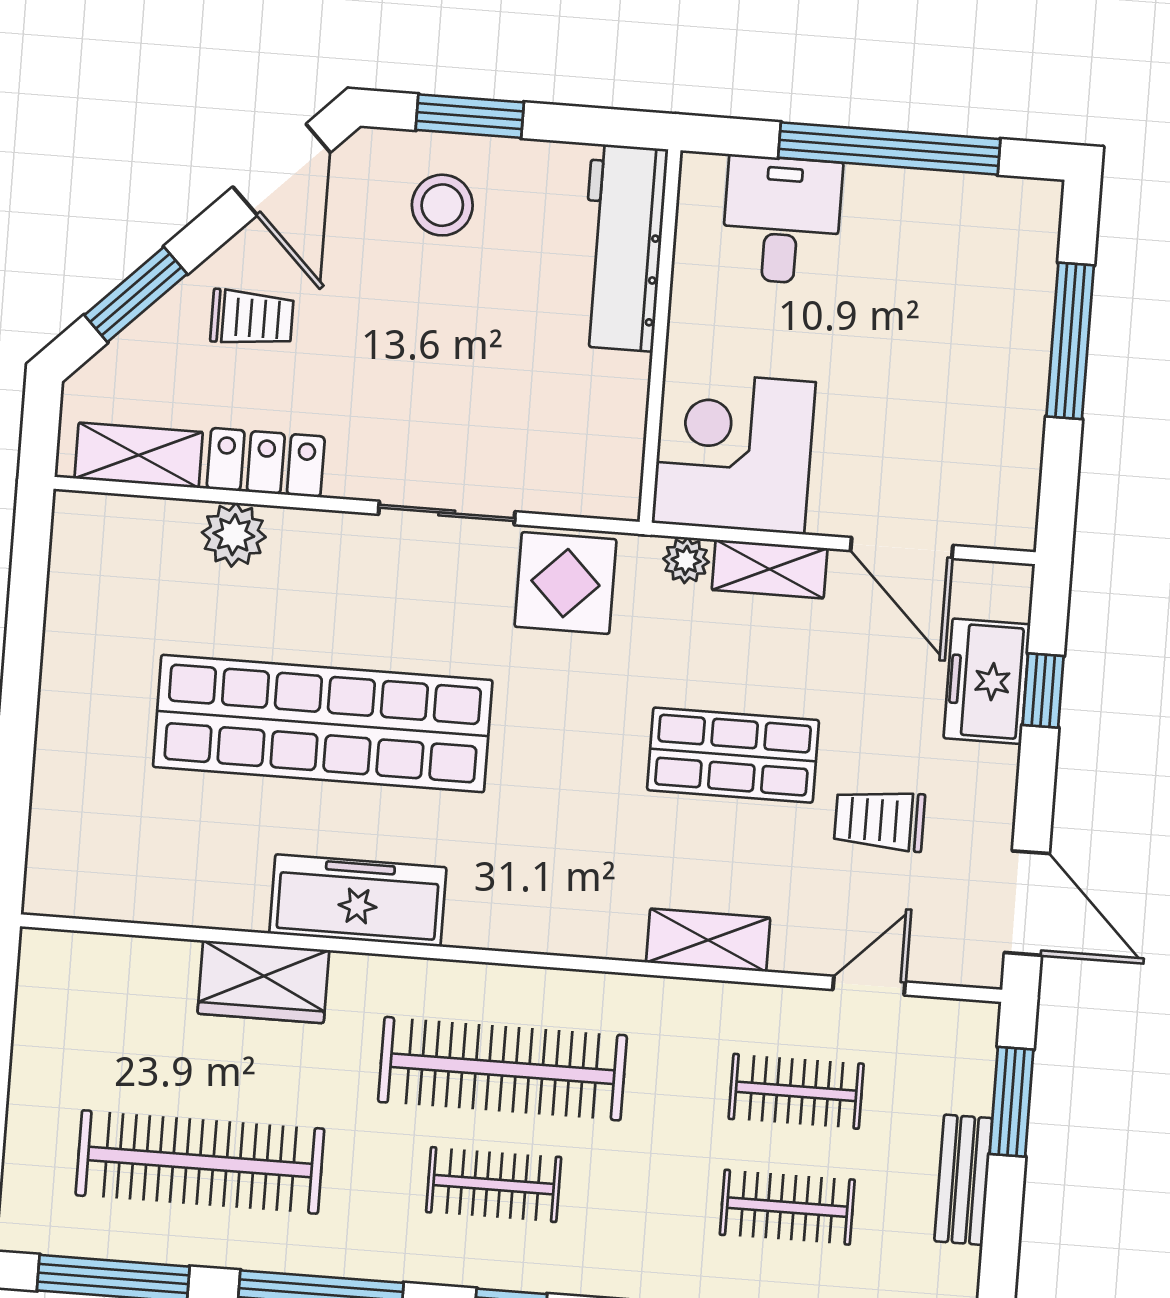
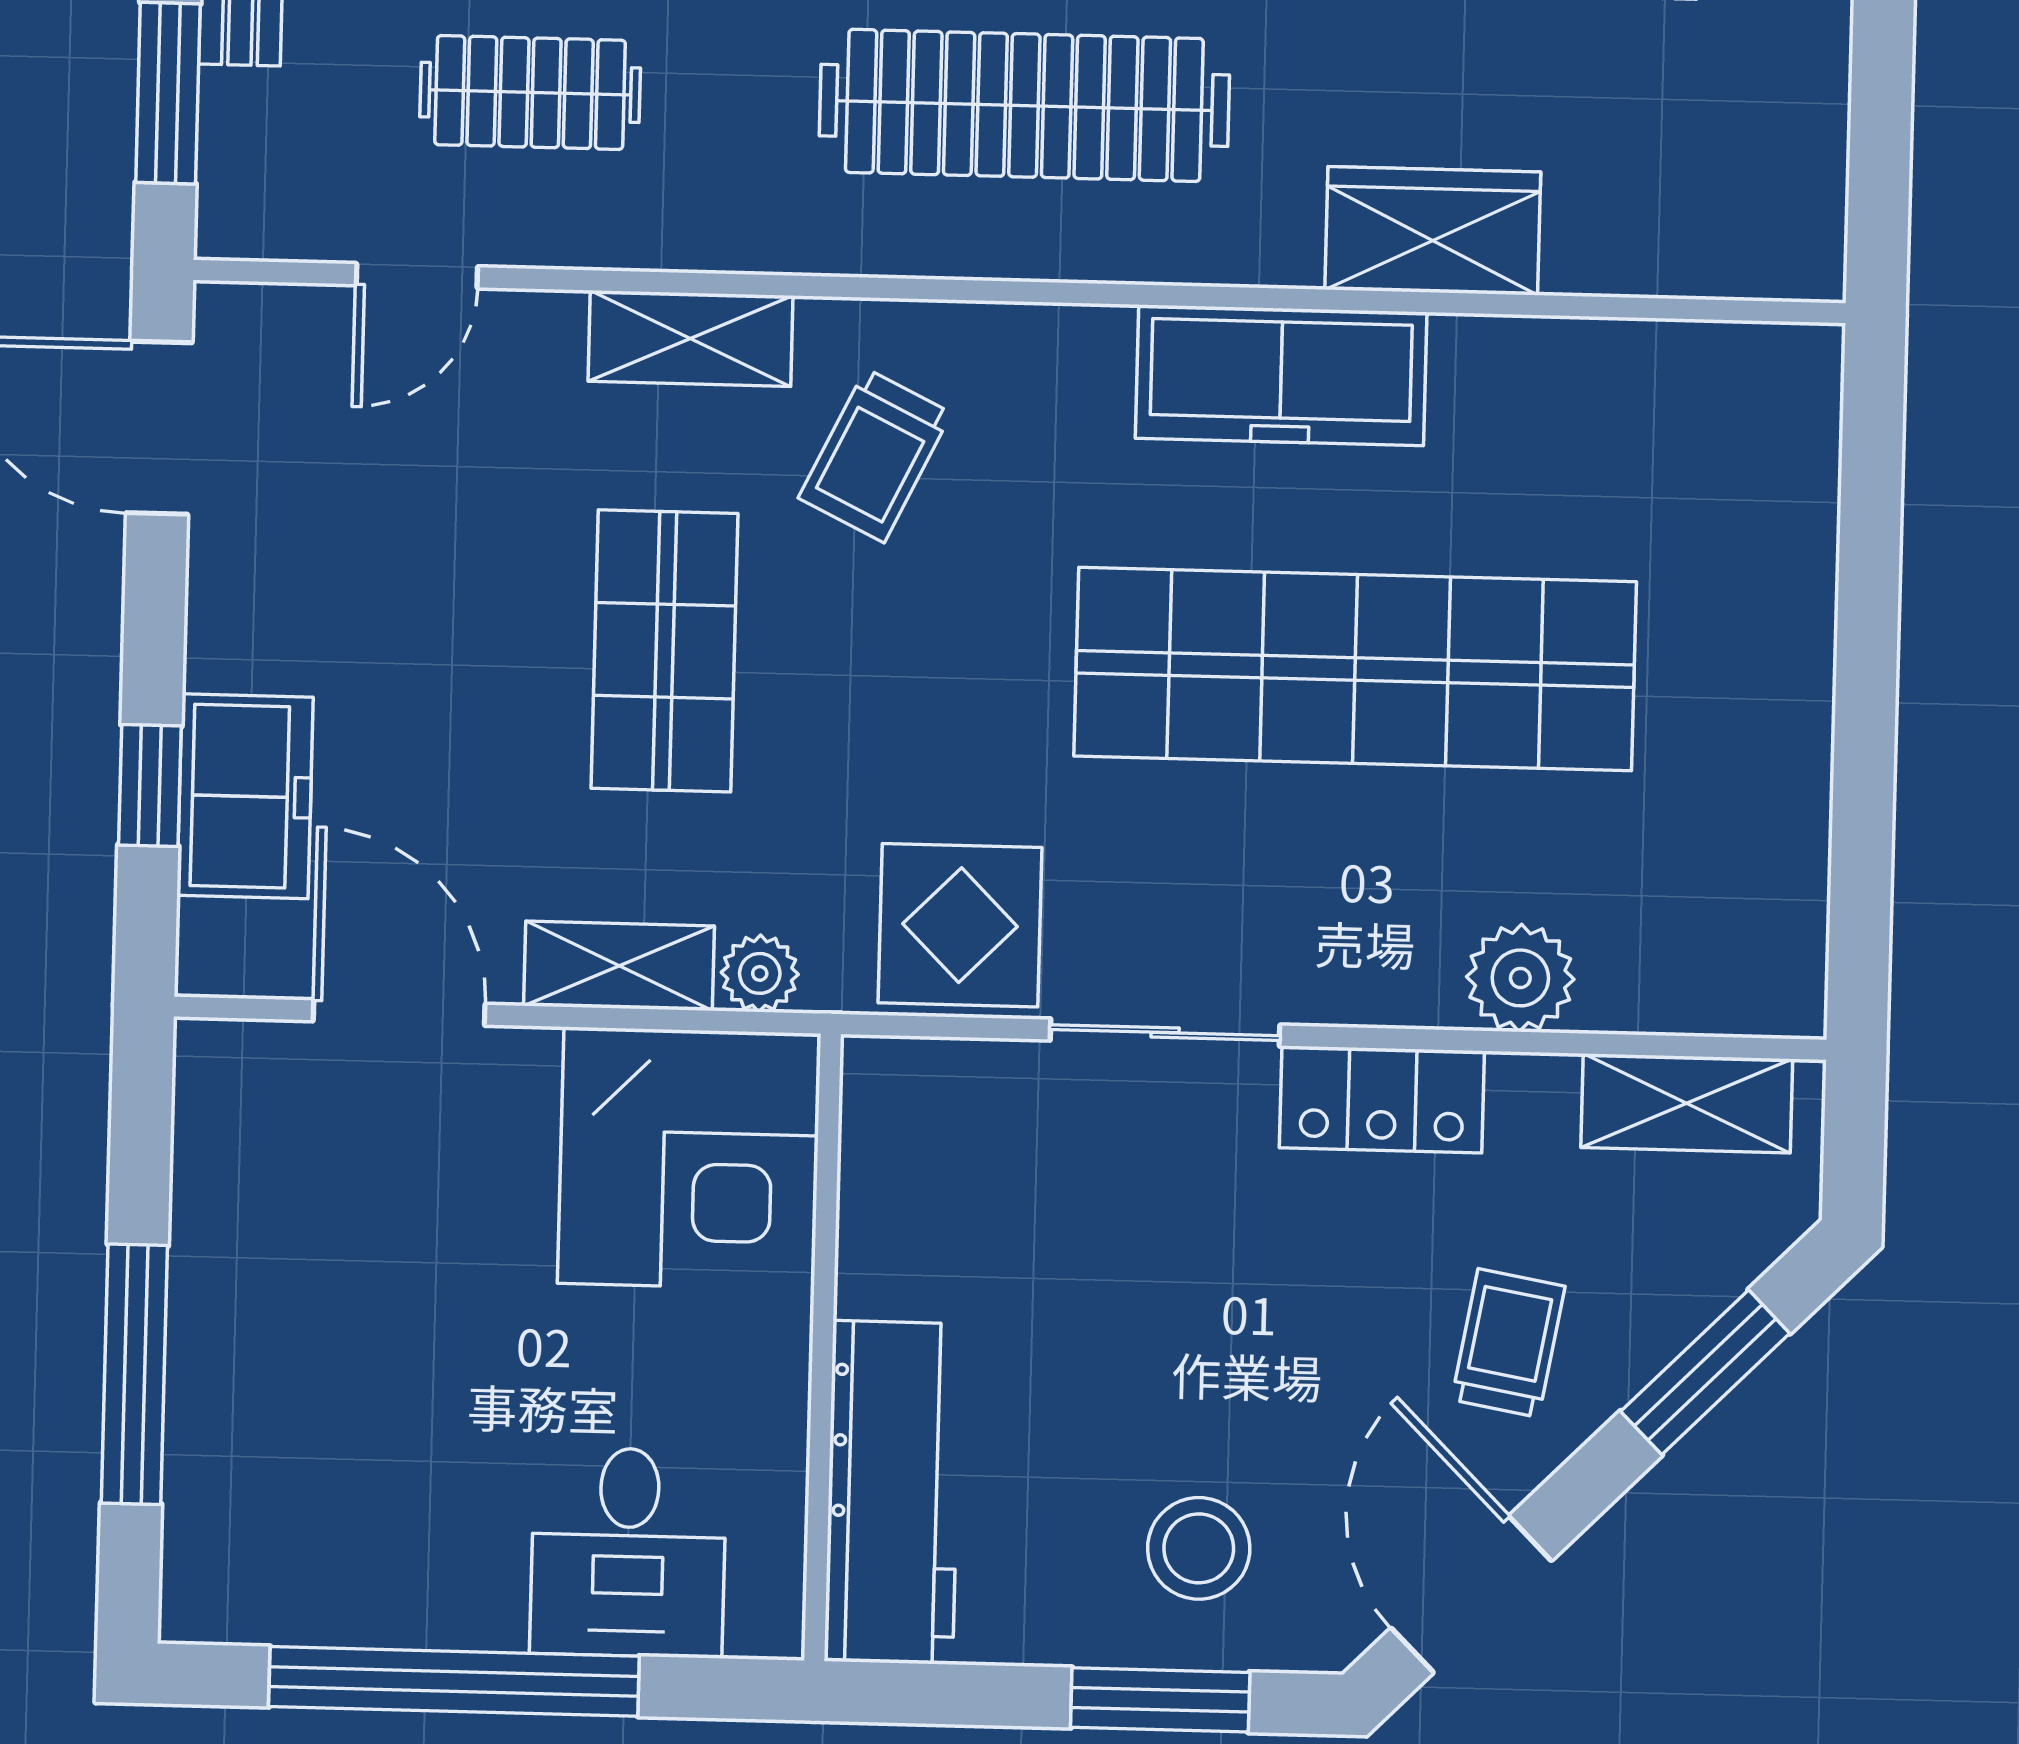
trolley: (252, 318) -> (1508, 1343), turned 100
locker: (266, 463) -> (1382, 1099), moved
shop shelf: (733, 755) -> (665, 651), turned 90
trolley: (880, 820) -> (875, 455), moved, turned 116

